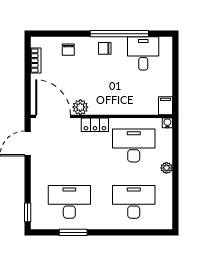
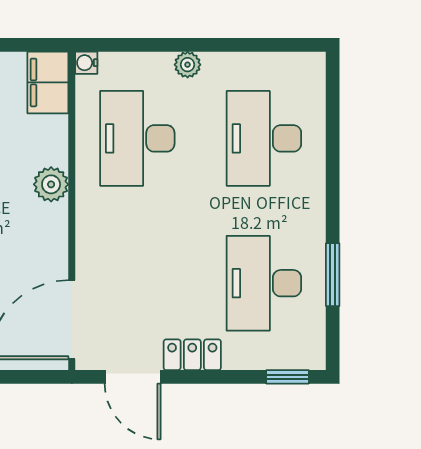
filing cabinet: (165, 106) -> (48, 82), width x2.00
plant: (80, 107) -> (51, 184), moved
locker: (95, 125) -> (192, 355), moved, turned -90

